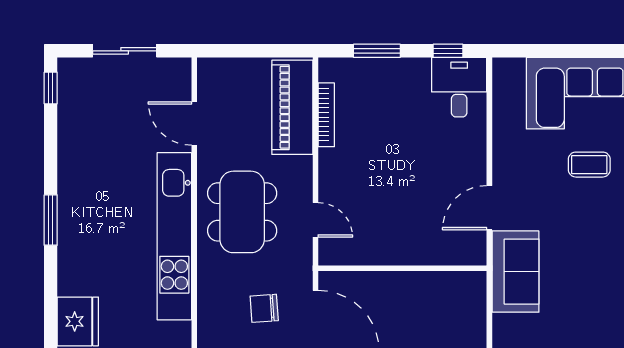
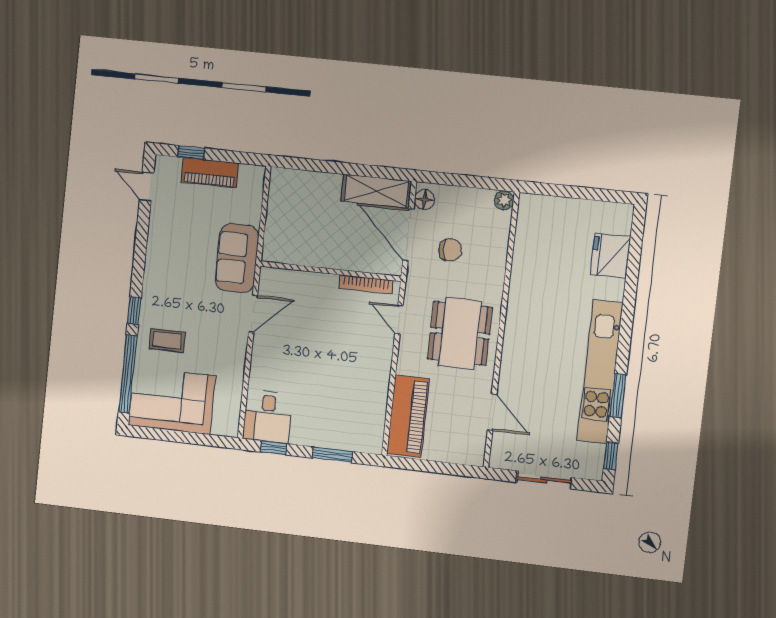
bookcase: (326, 115) -> (366, 284), moved, turned -90
window: (51, 220) -> (618, 396), moved
kitchen unit: (174, 236) -> (600, 372), moved, turned 180

